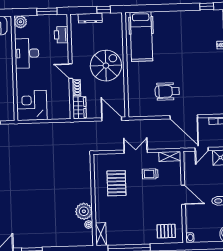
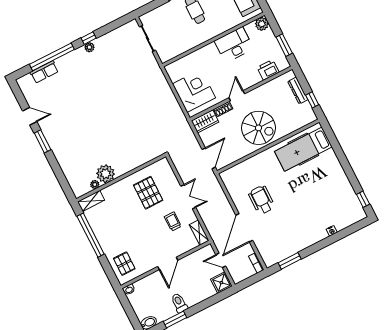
corner desk: (32, 105) -> (194, 91), moved
pallet: (116, 183) -> (148, 193), turned 90

